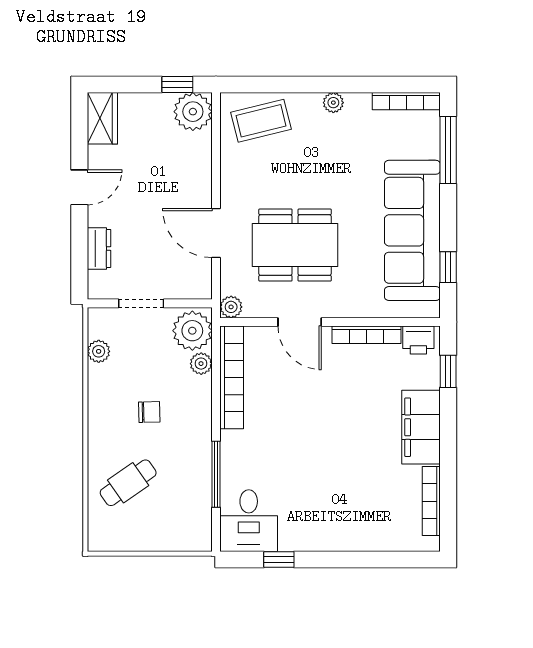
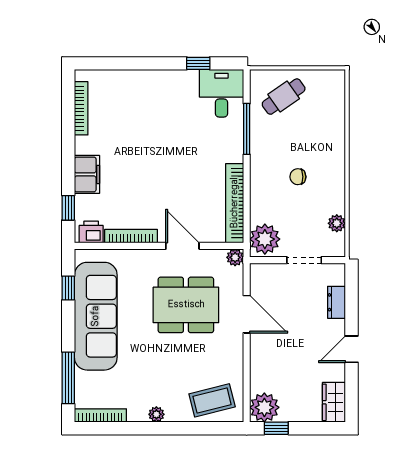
plant: (201, 364) -> (258, 214), removed
filing cabinet: (421, 427) -> (87, 174), width x0.67, depth x0.86
cafe table: (128, 483) -> (284, 97), moved

